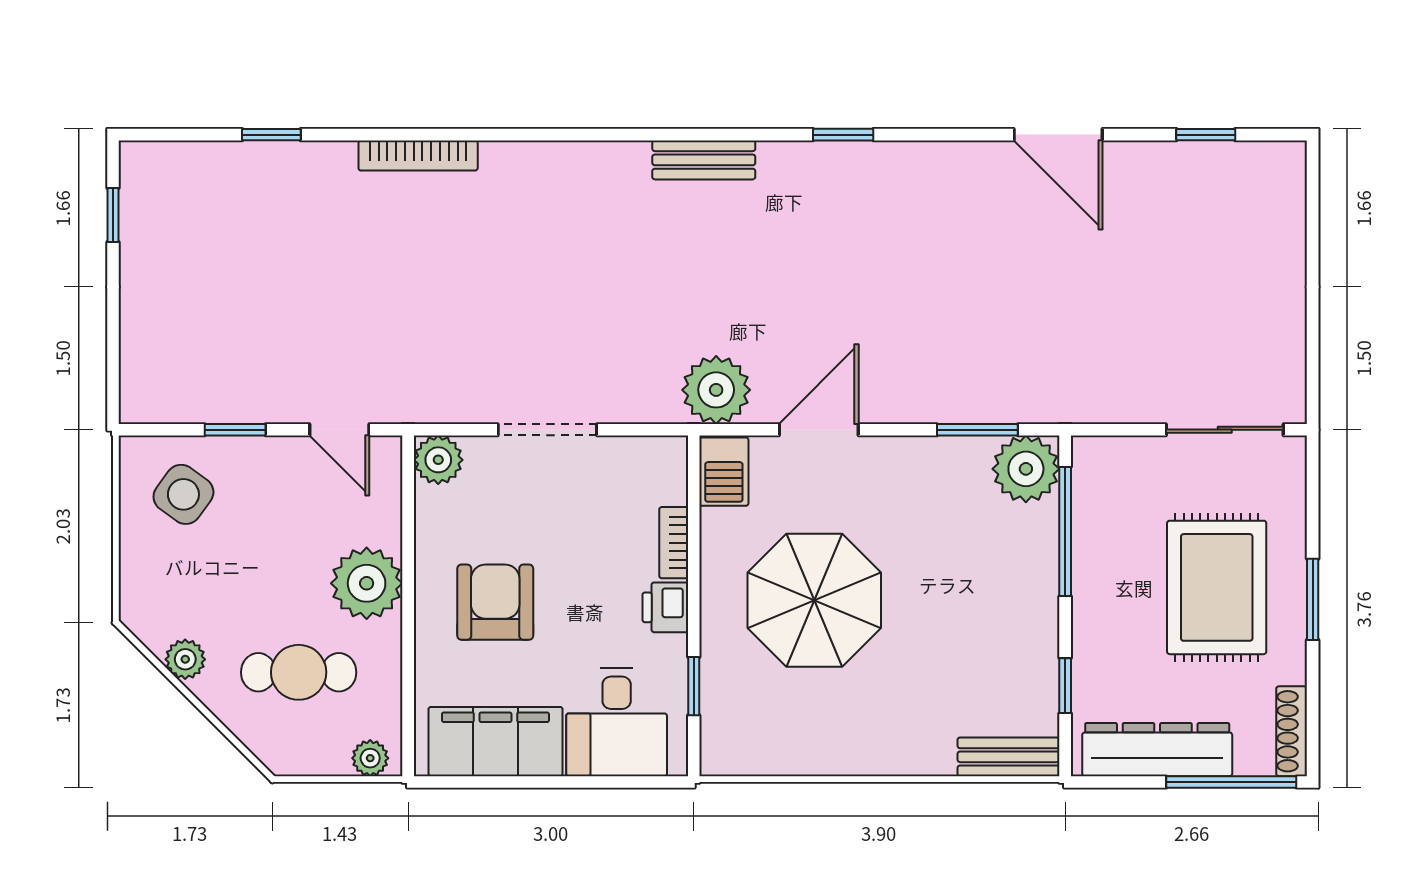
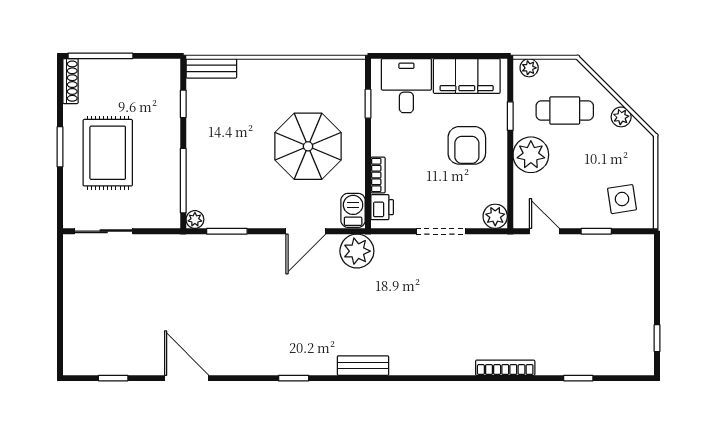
plant: (1026, 469) -> (195, 220), width x0.53, depth x0.53
side table: (183, 494) -> (622, 199), turned 45
printer: (665, 607) -> (382, 207), moved
window: (408, 661) -> (510, 116), added
dresser: (1157, 750) -> (137, 72), removed

